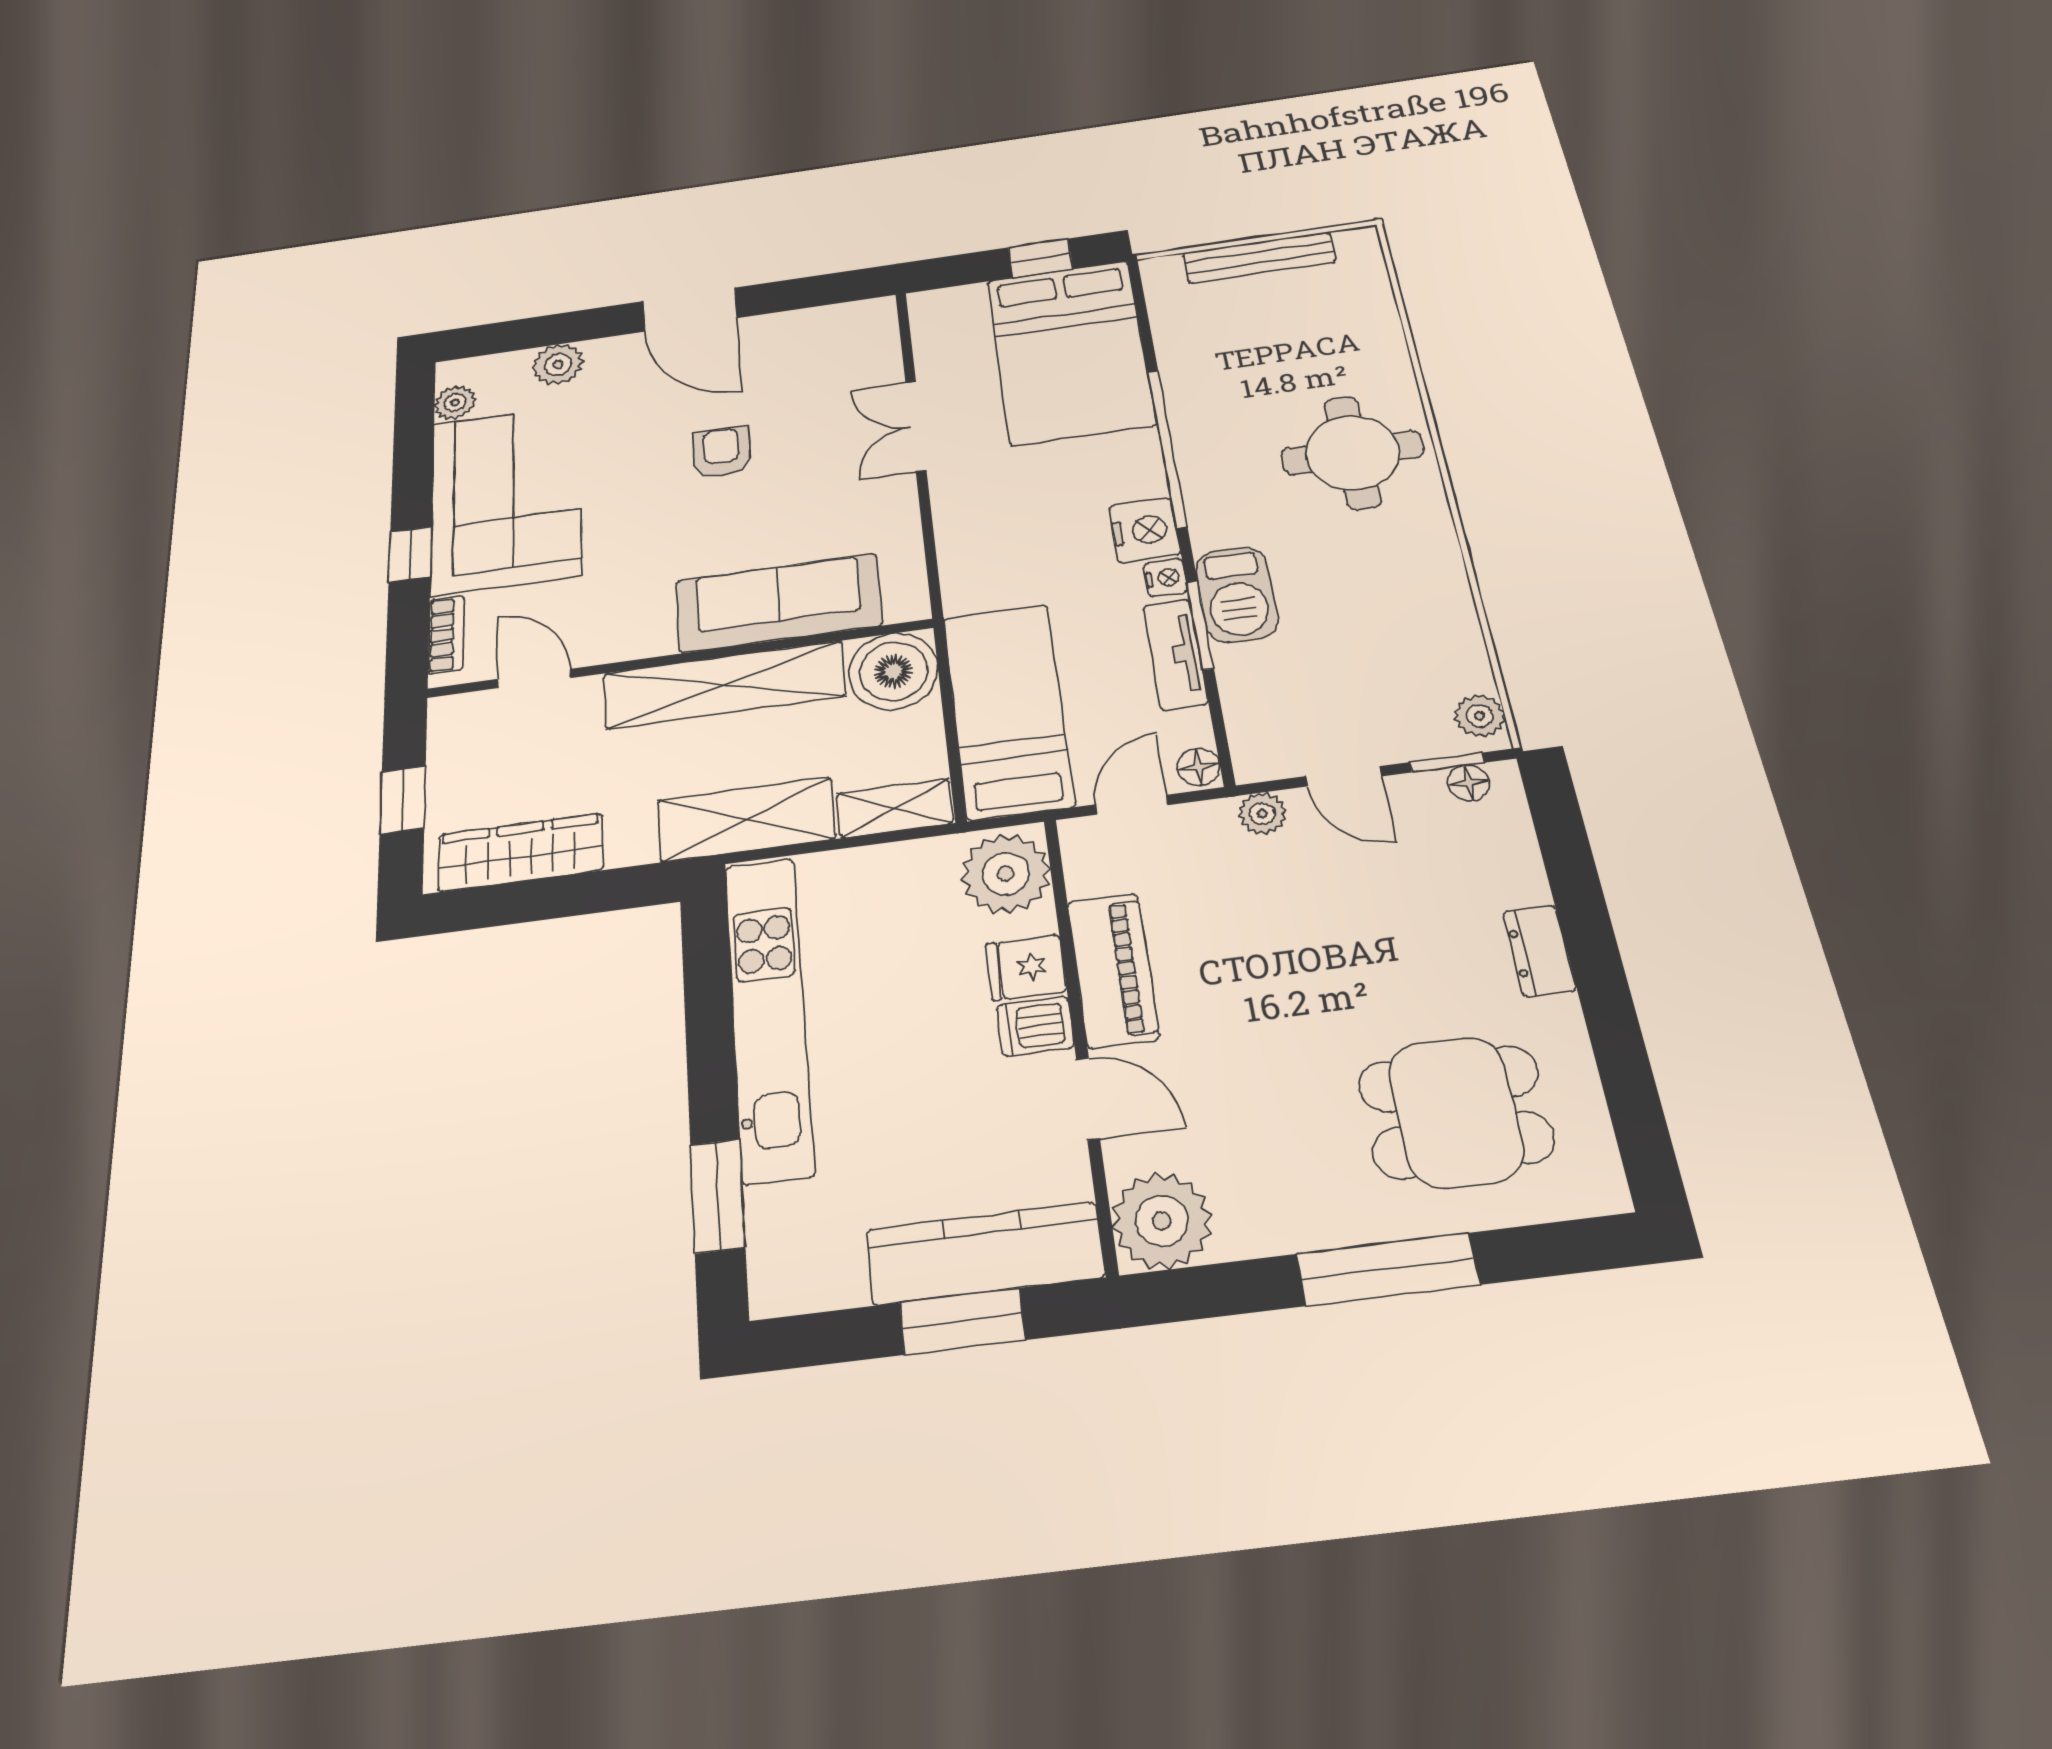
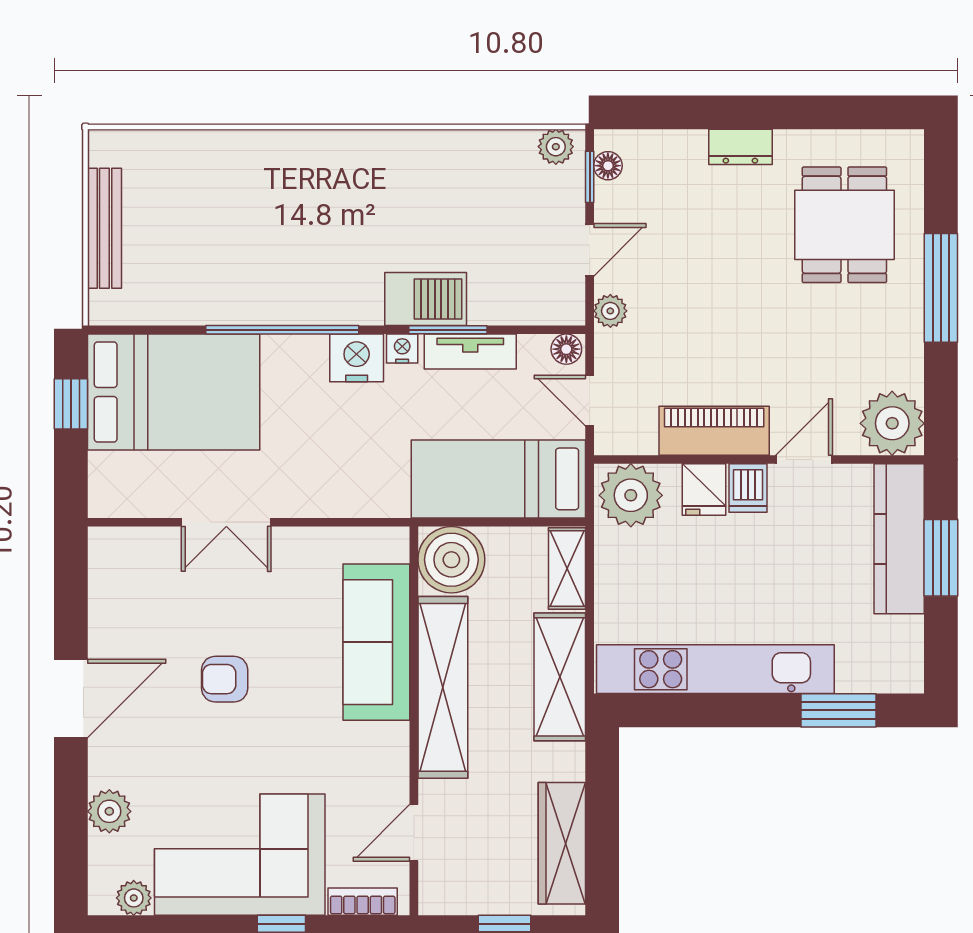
round table: (1352, 453) -> (312, 191), removed

